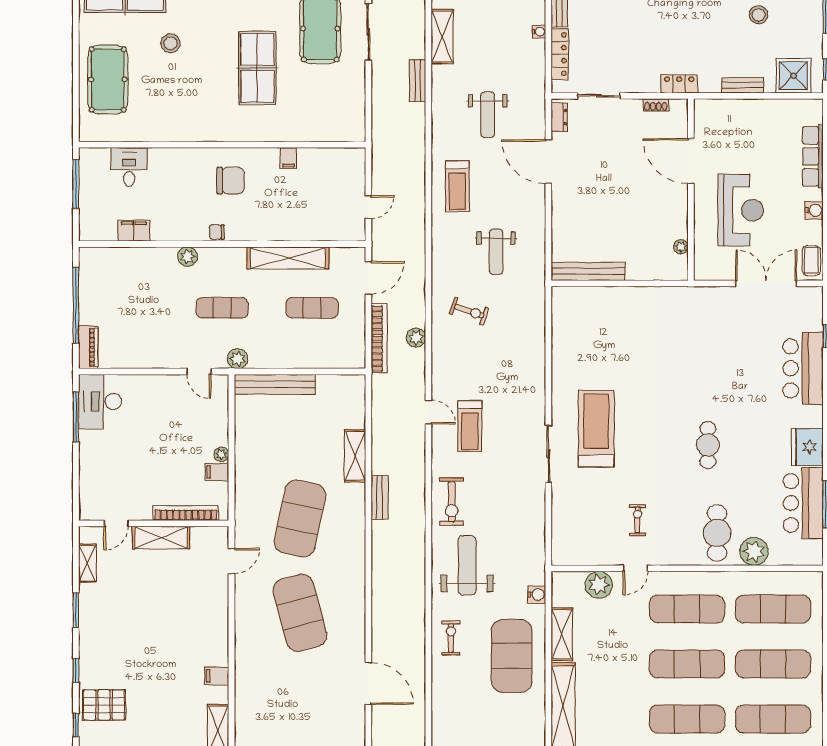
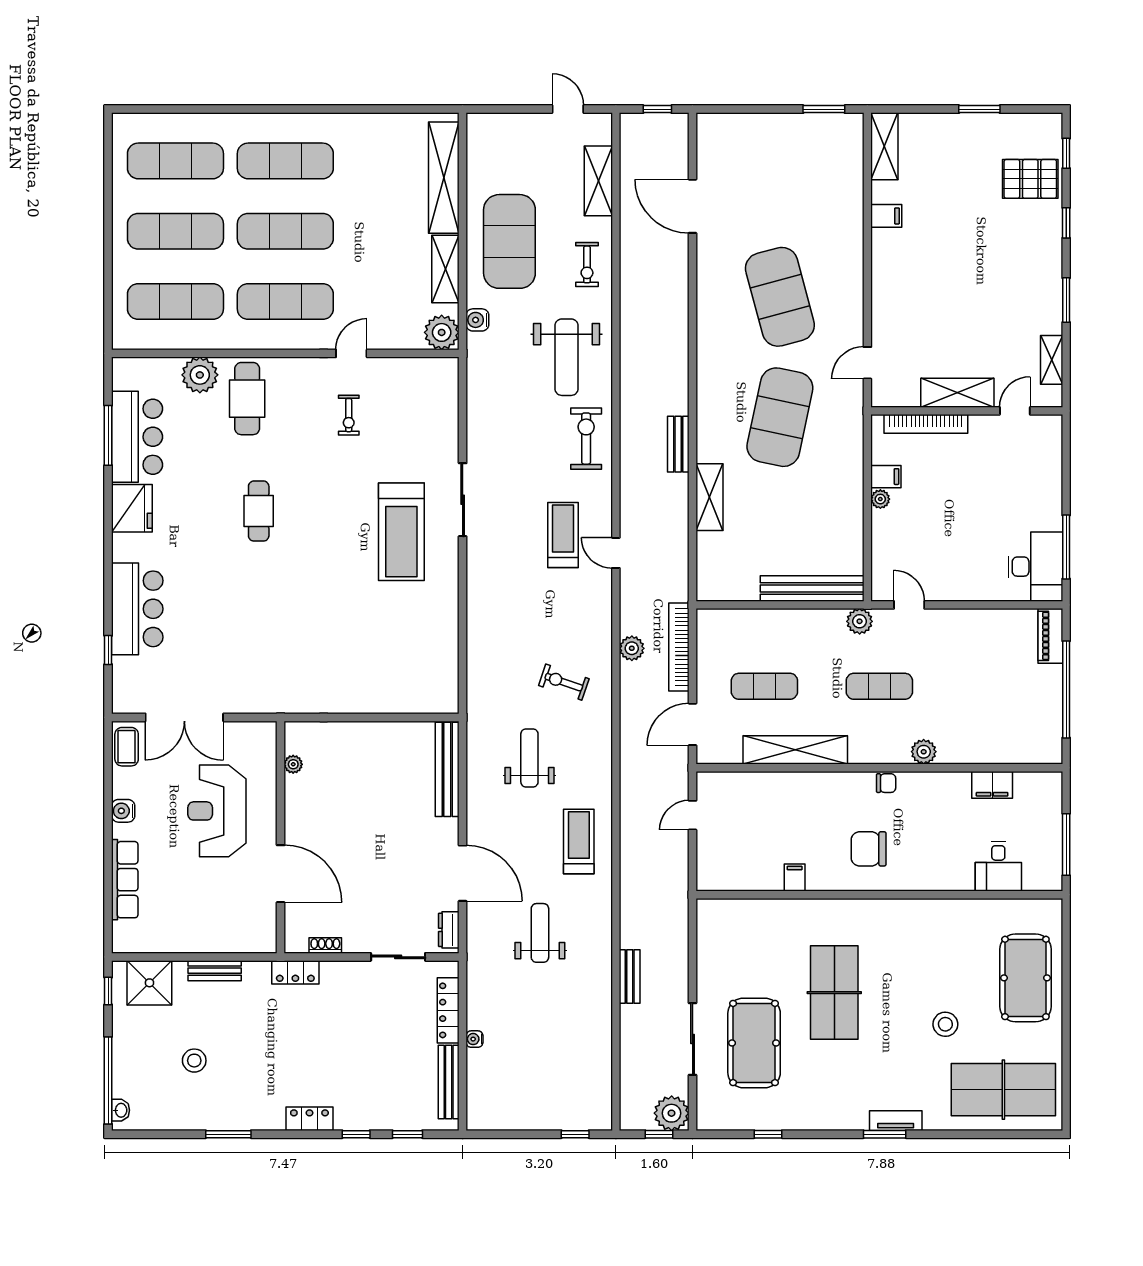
shelving: (442, 37) -> (598, 181), moved
bench: (588, 271) -> (447, 769), moved, turned 90
plant: (599, 585) -> (442, 332), moved

